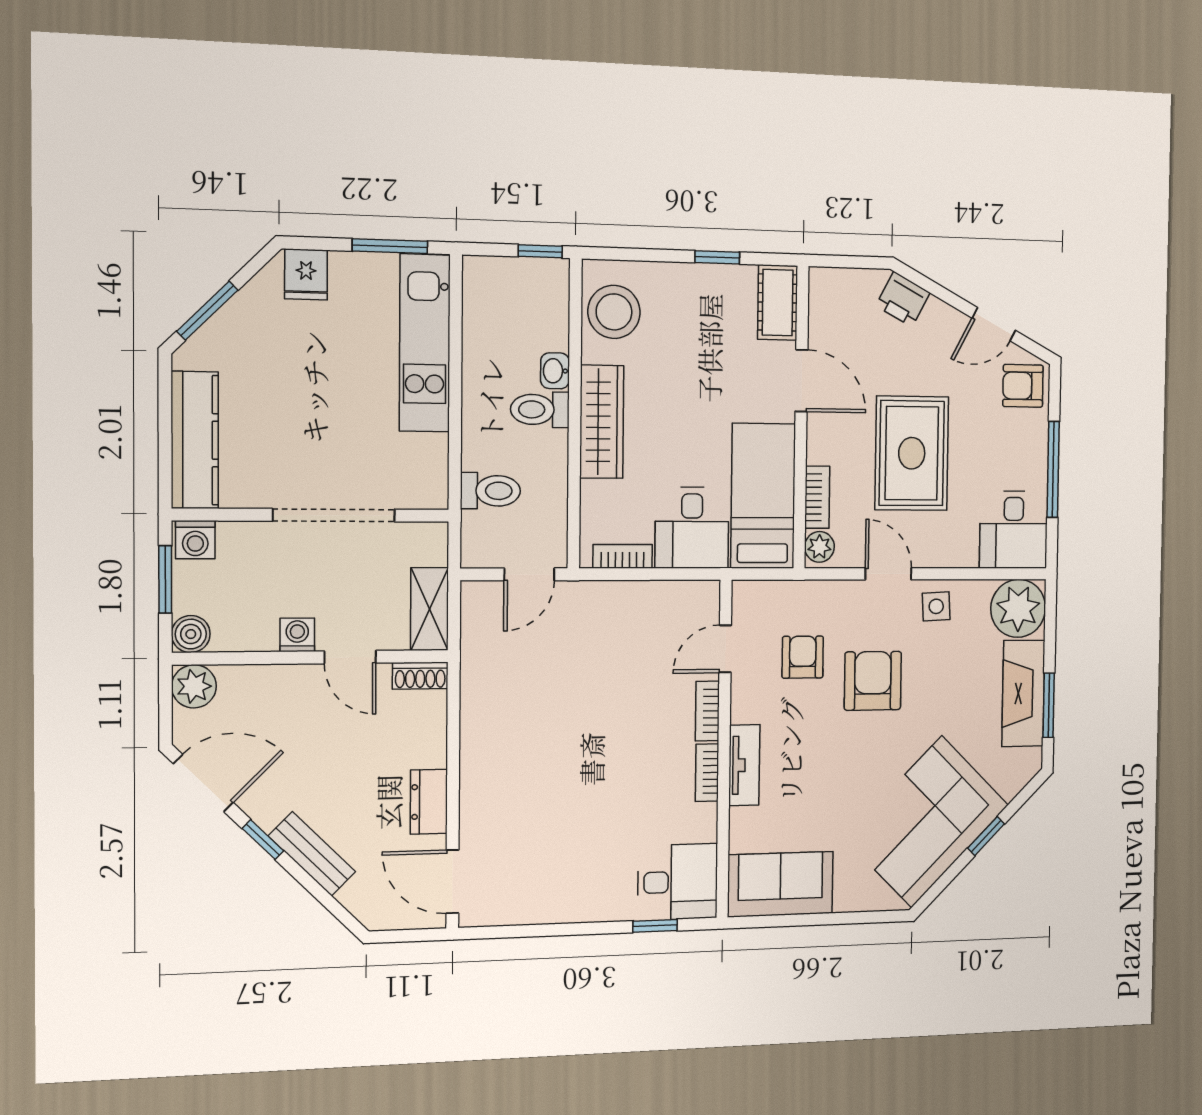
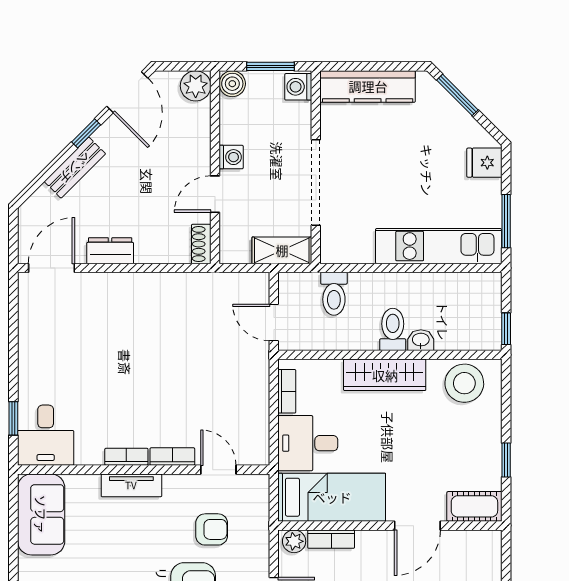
shelving: (429, 609) -> (282, 250), moved

